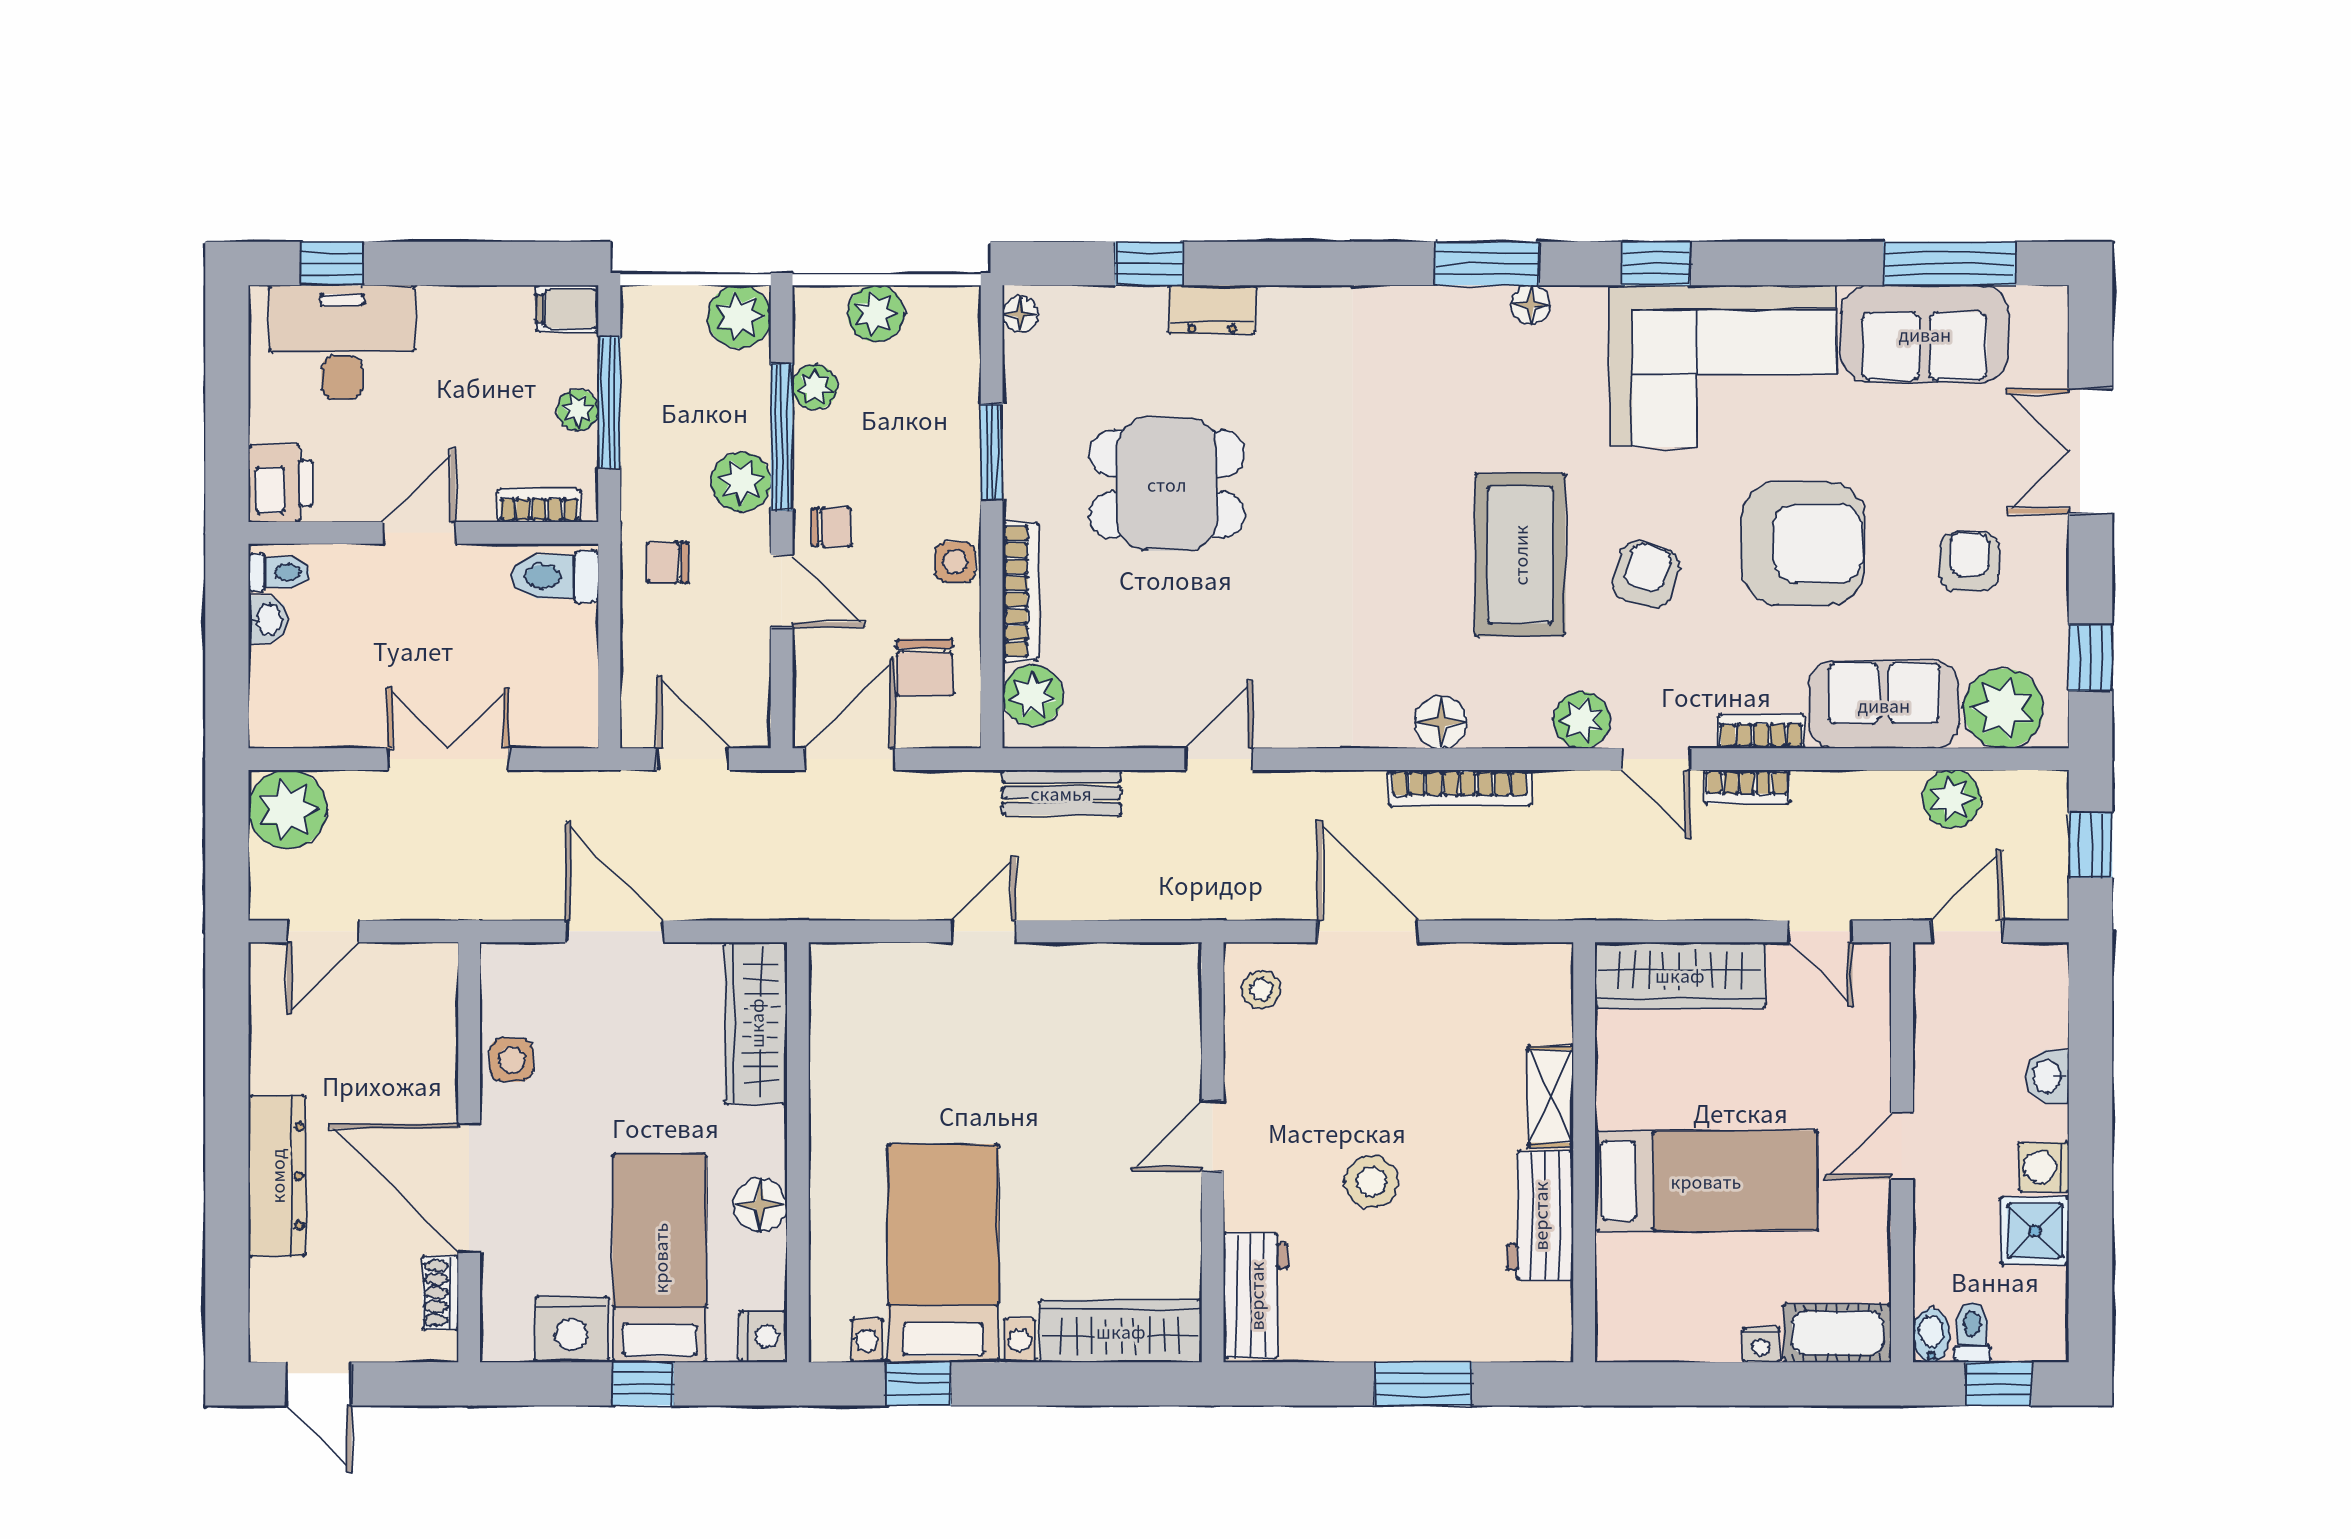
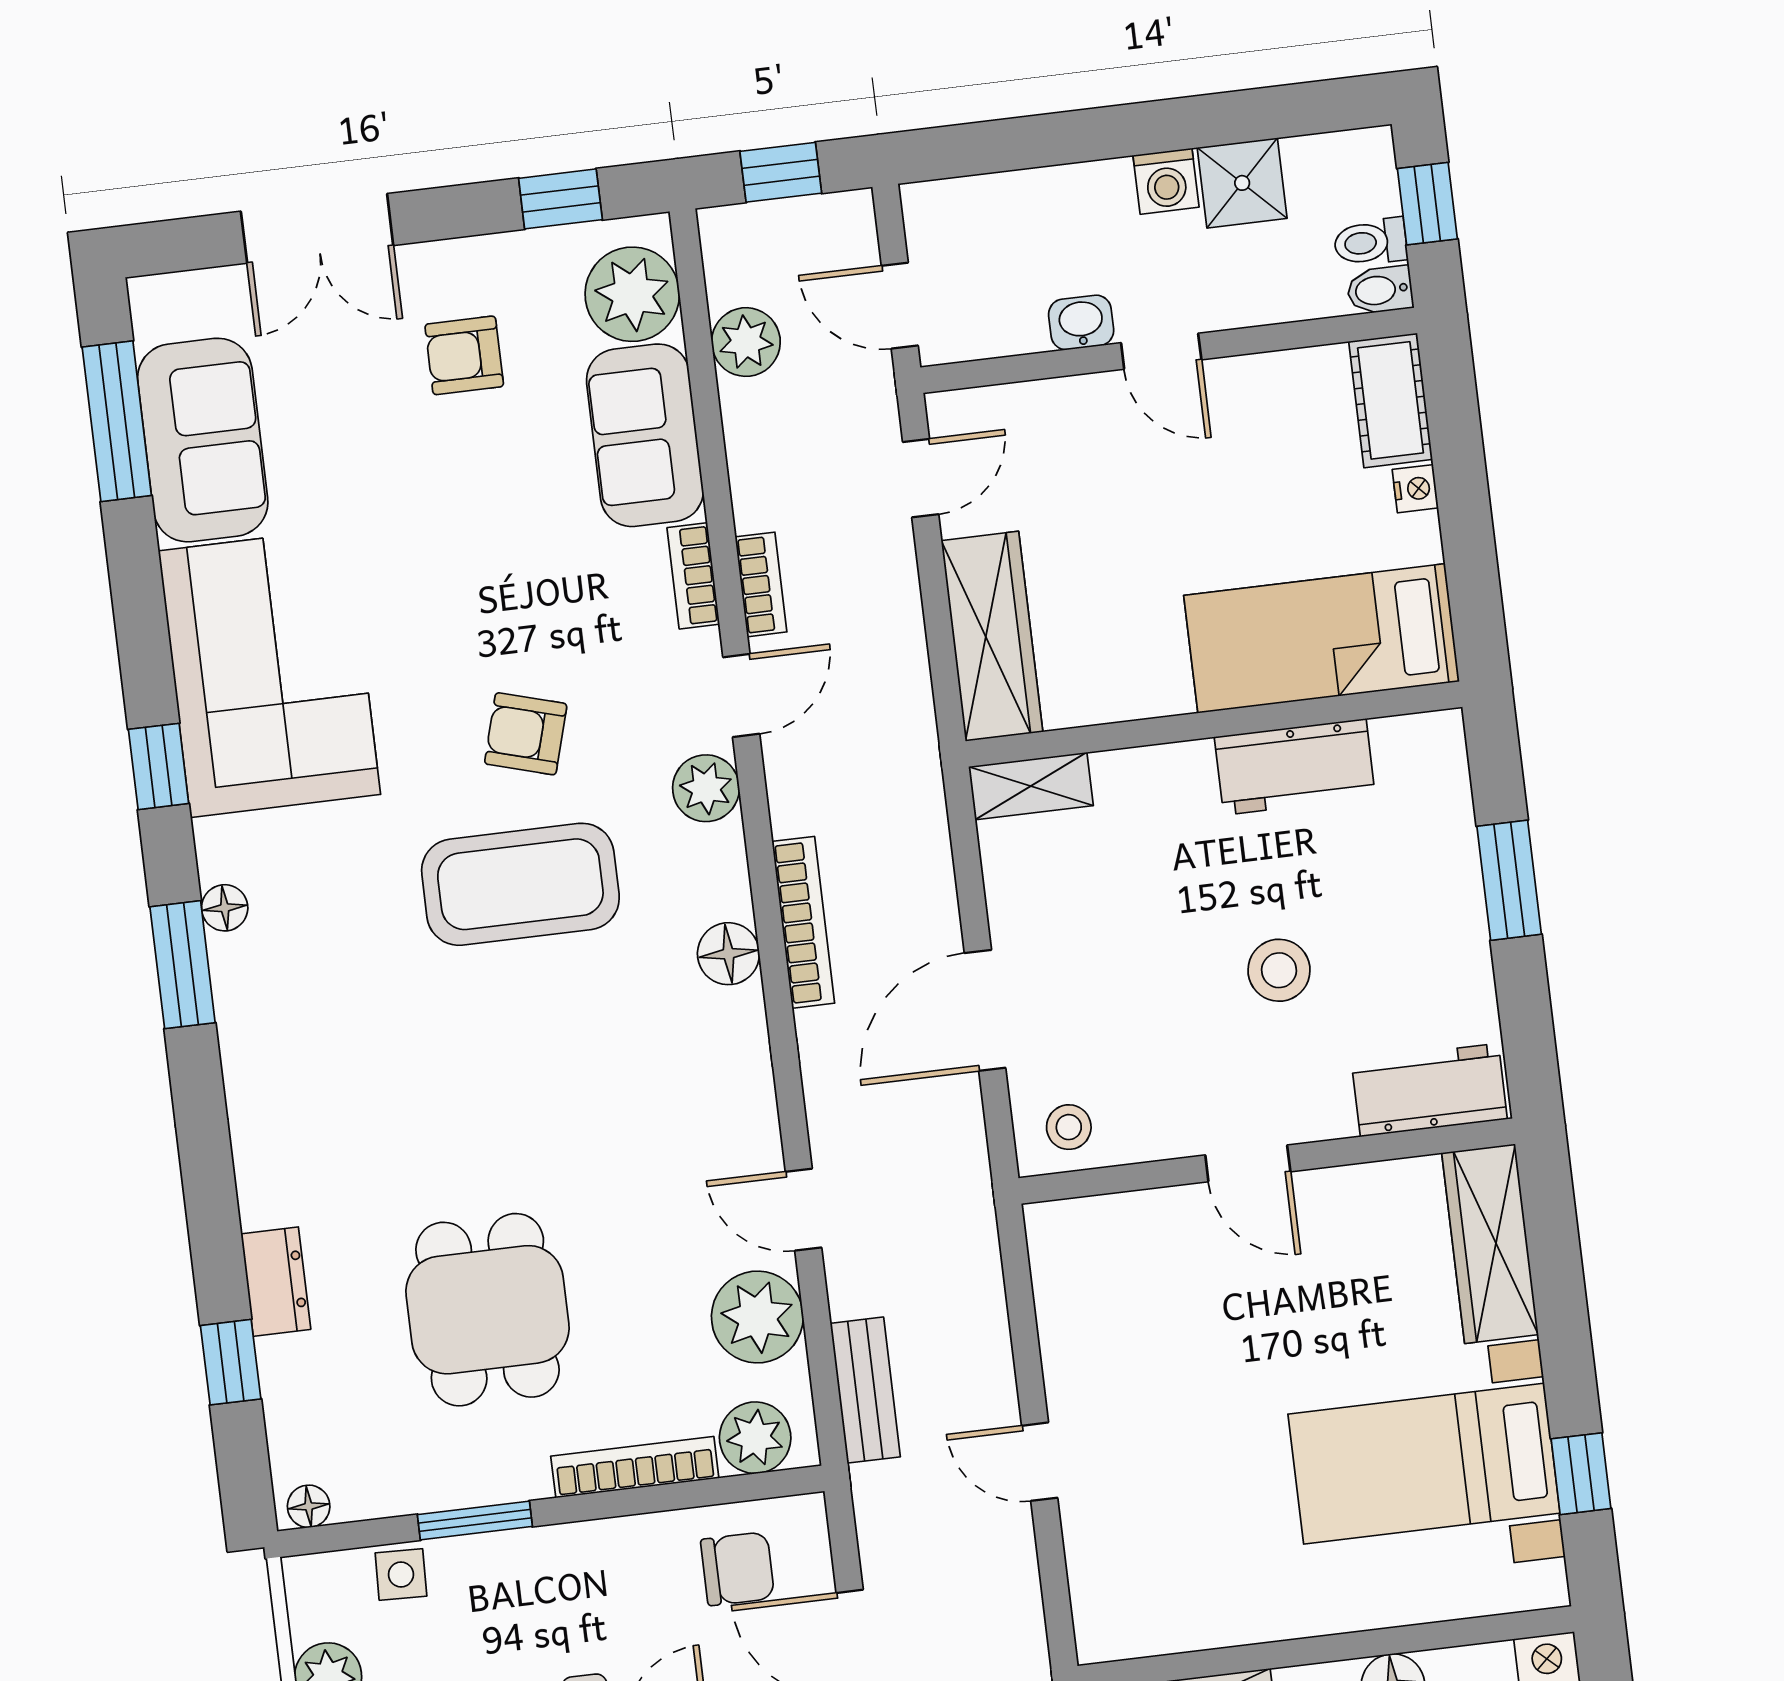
armchair: (1803, 543) -> (467, 553), removed
side table: (955, 562) -> (401, 1575), moved
plant: (1134, 710) -> (757, 1317), added
washbasin: (2048, 1076) -> (1081, 322), moved, turned 180
shelving: (1551, 1097) -> (1031, 786), moved
bed: (1706, 1181) -> (1322, 638), moved, turned -90

